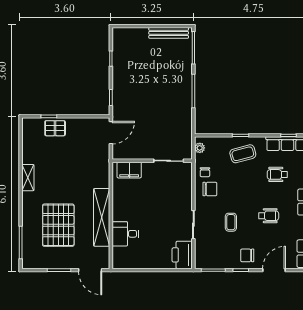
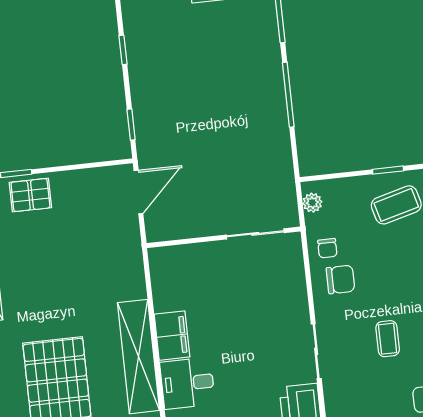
filing cabinet: (129, 170) -> (172, 336), moved, turned -90

